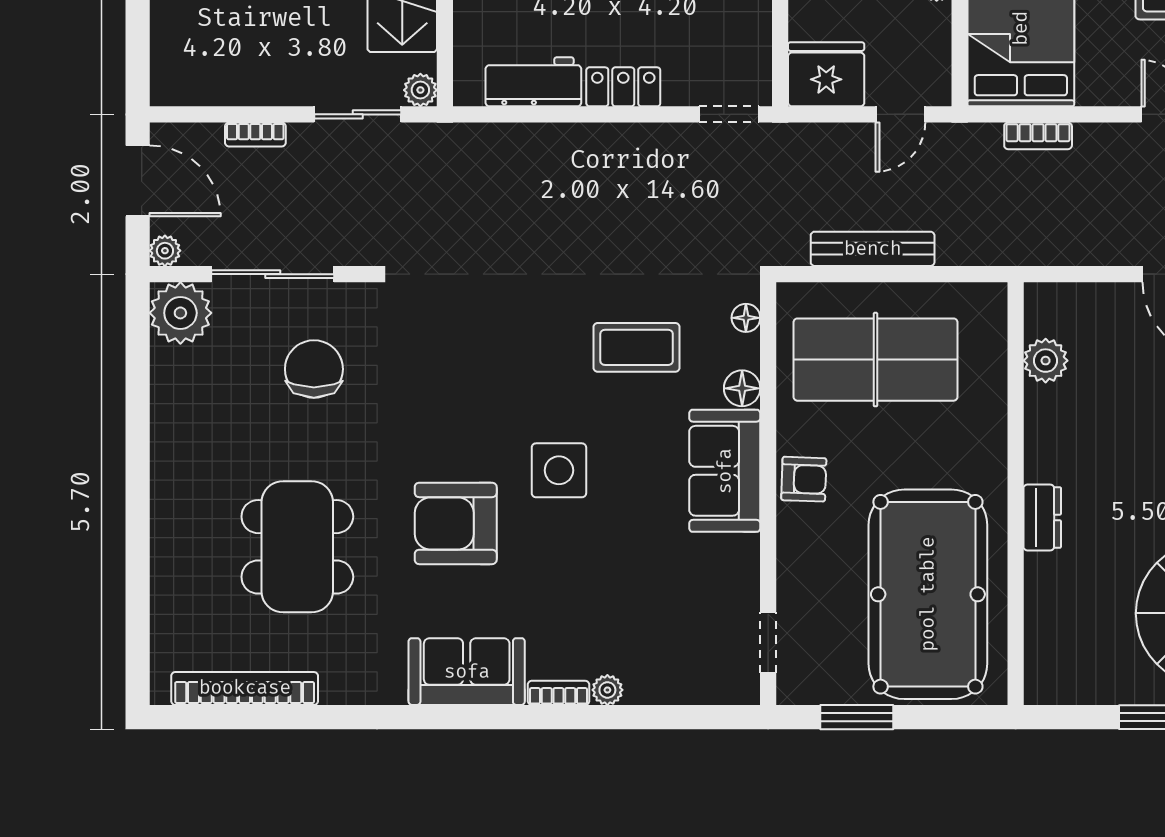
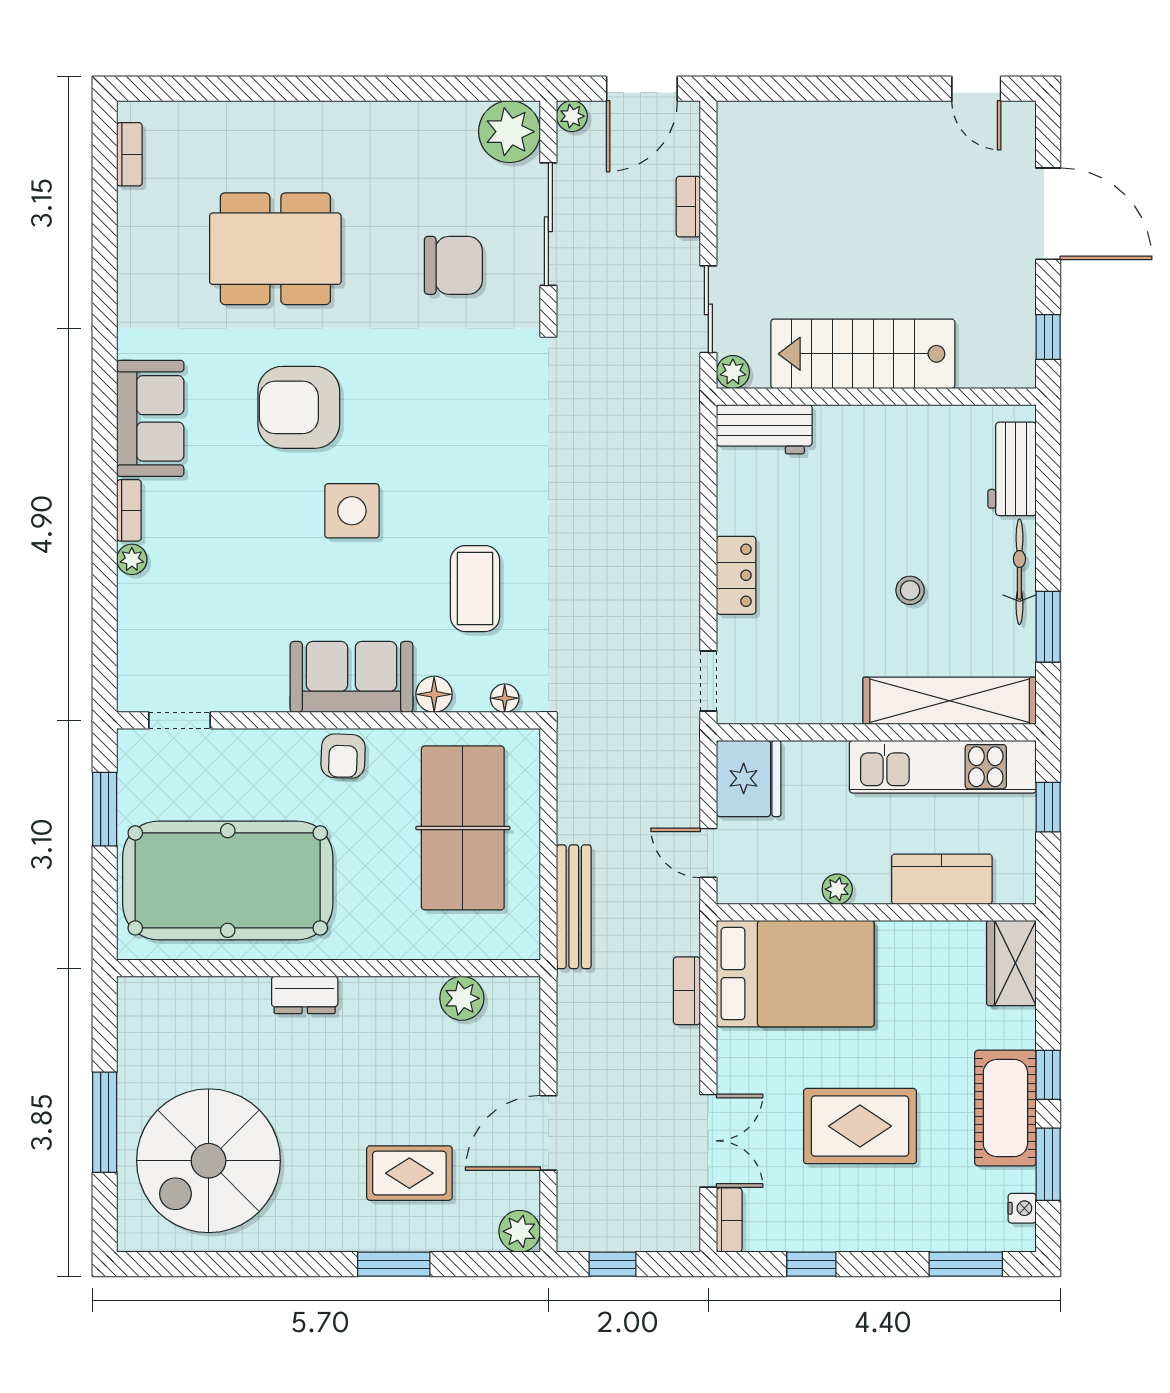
workbench: (533, 82) -> (764, 429), moved, turned 90
bench: (873, 249) -> (574, 907), moved
armchair: (456, 523) -> (299, 407), turned -90
bookcase: (245, 688) -> (129, 154), width x0.43, depth x0.76

